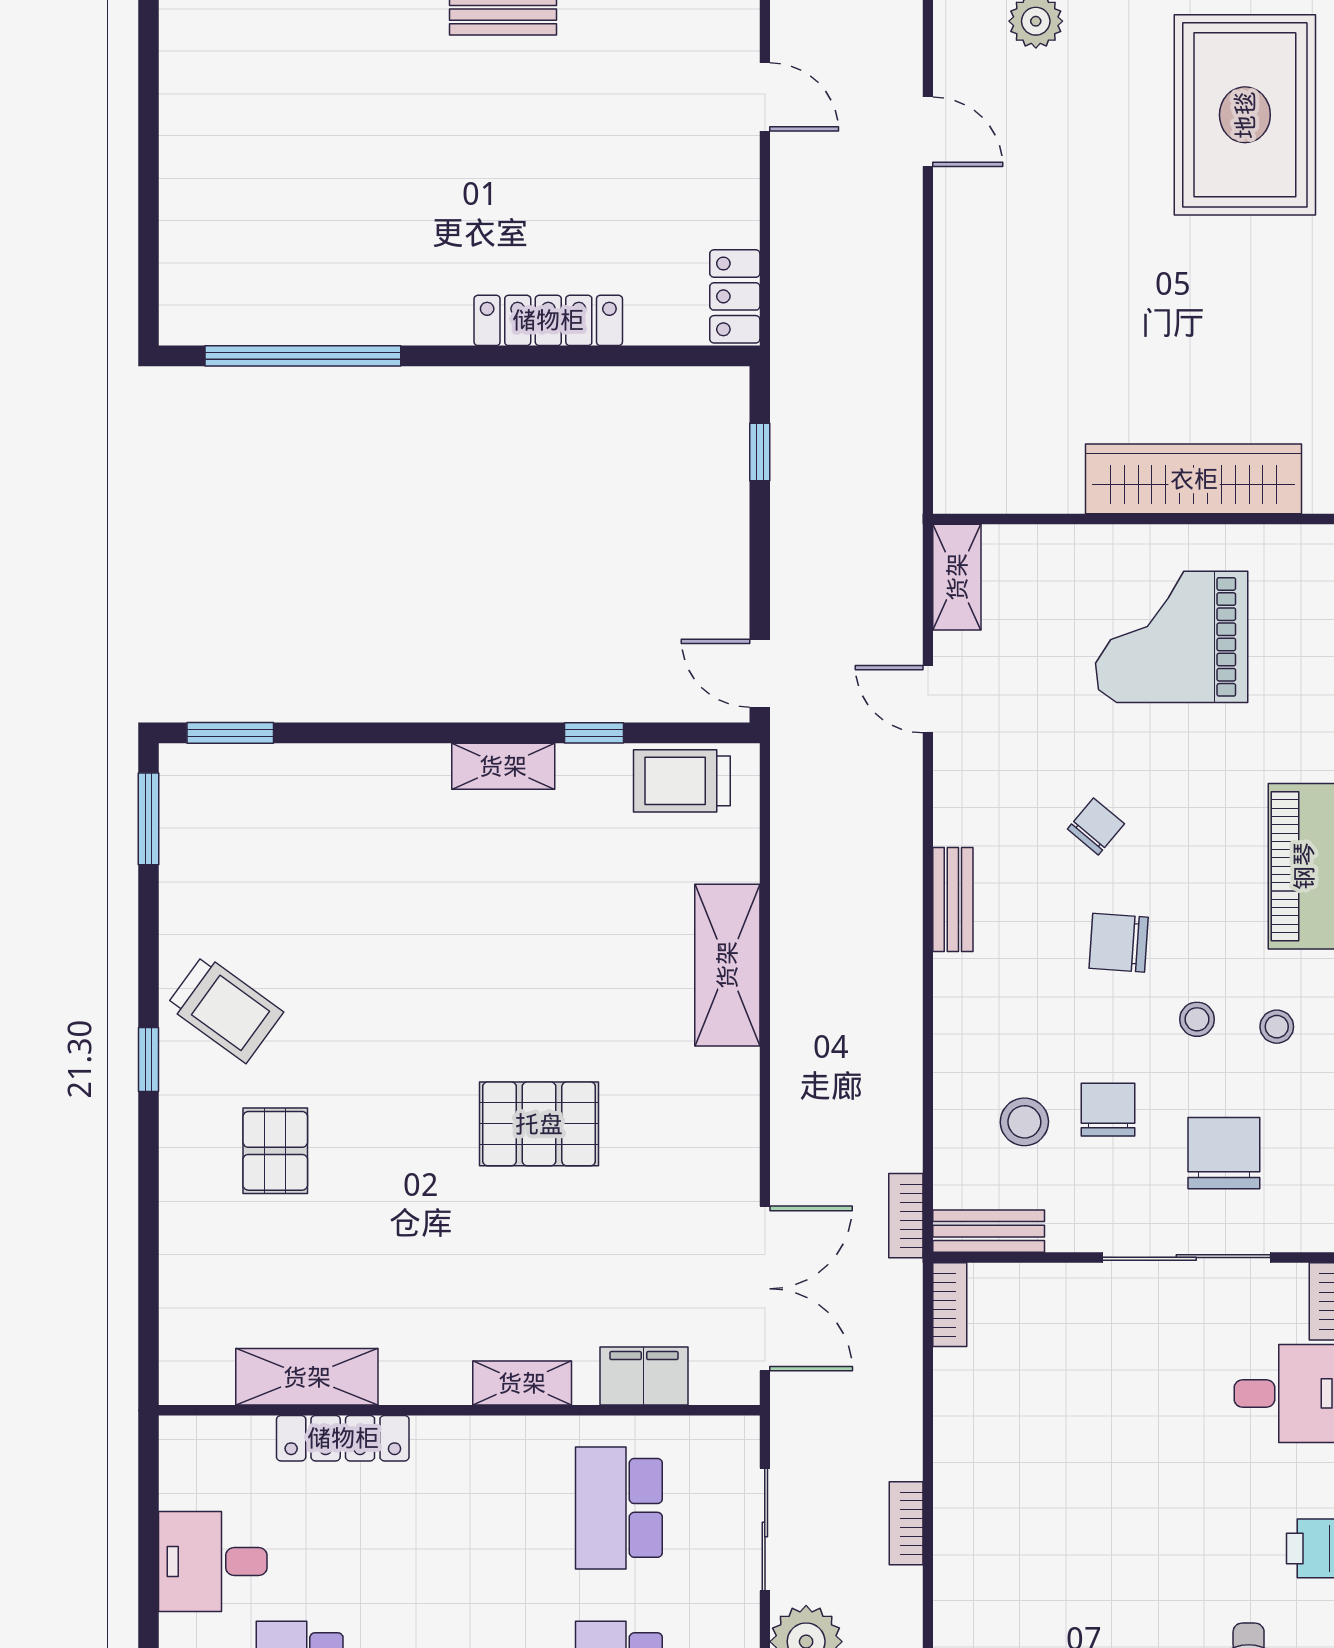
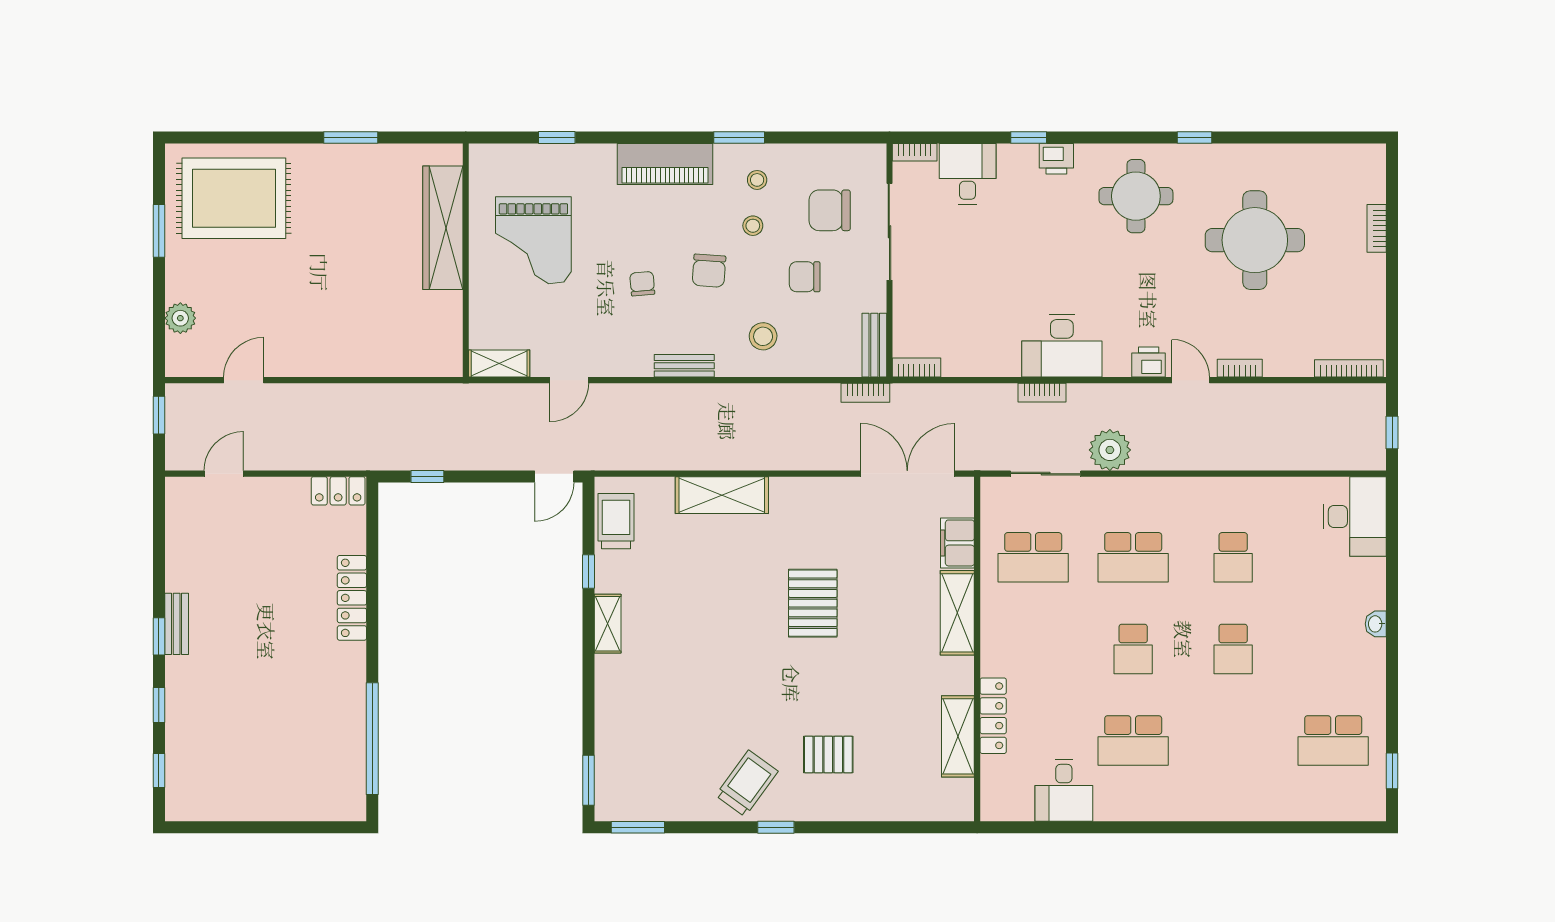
trolley: (682, 781) -> (616, 521), turned 180
chair: (1096, 826) -> (642, 284), turned 45
stool: (1024, 1122) -> (763, 336), moved
shelving: (522, 1383) -> (957, 613), width x1.50, depth x1.33
desk: (988, 1558) -> (1062, 346), added

